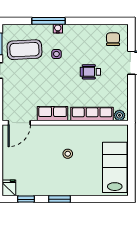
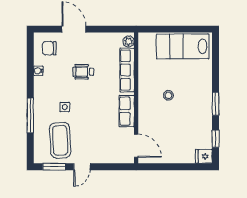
water cooler: (58, 29) -> (38, 71), moved
wheelchair: (90, 72) -> (83, 72), turned 90

